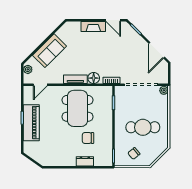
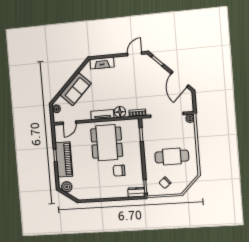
door: (113, 20) -> (135, 54), swing flipped
fireplace: (93, 27) -> (102, 63), moved
plant: (32, 151) -> (67, 187), added
dresser: (85, 161) -> (136, 192), moved

